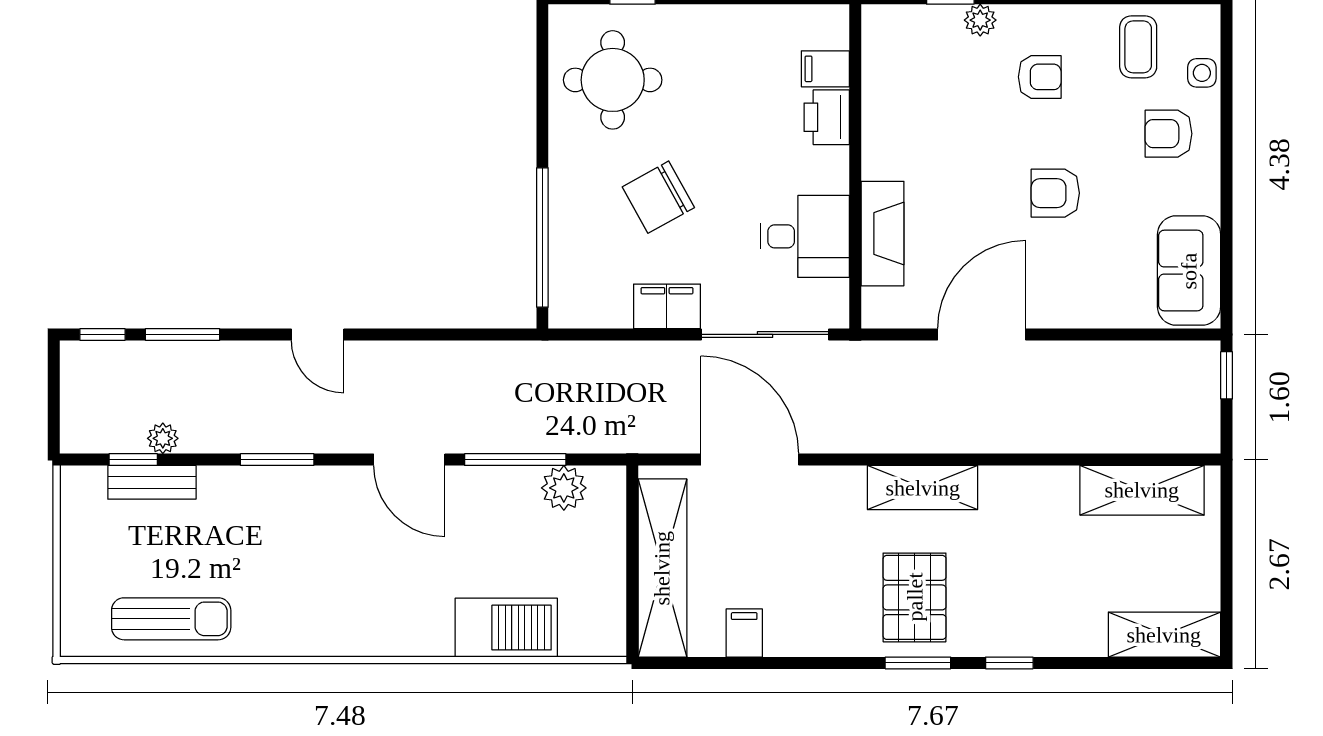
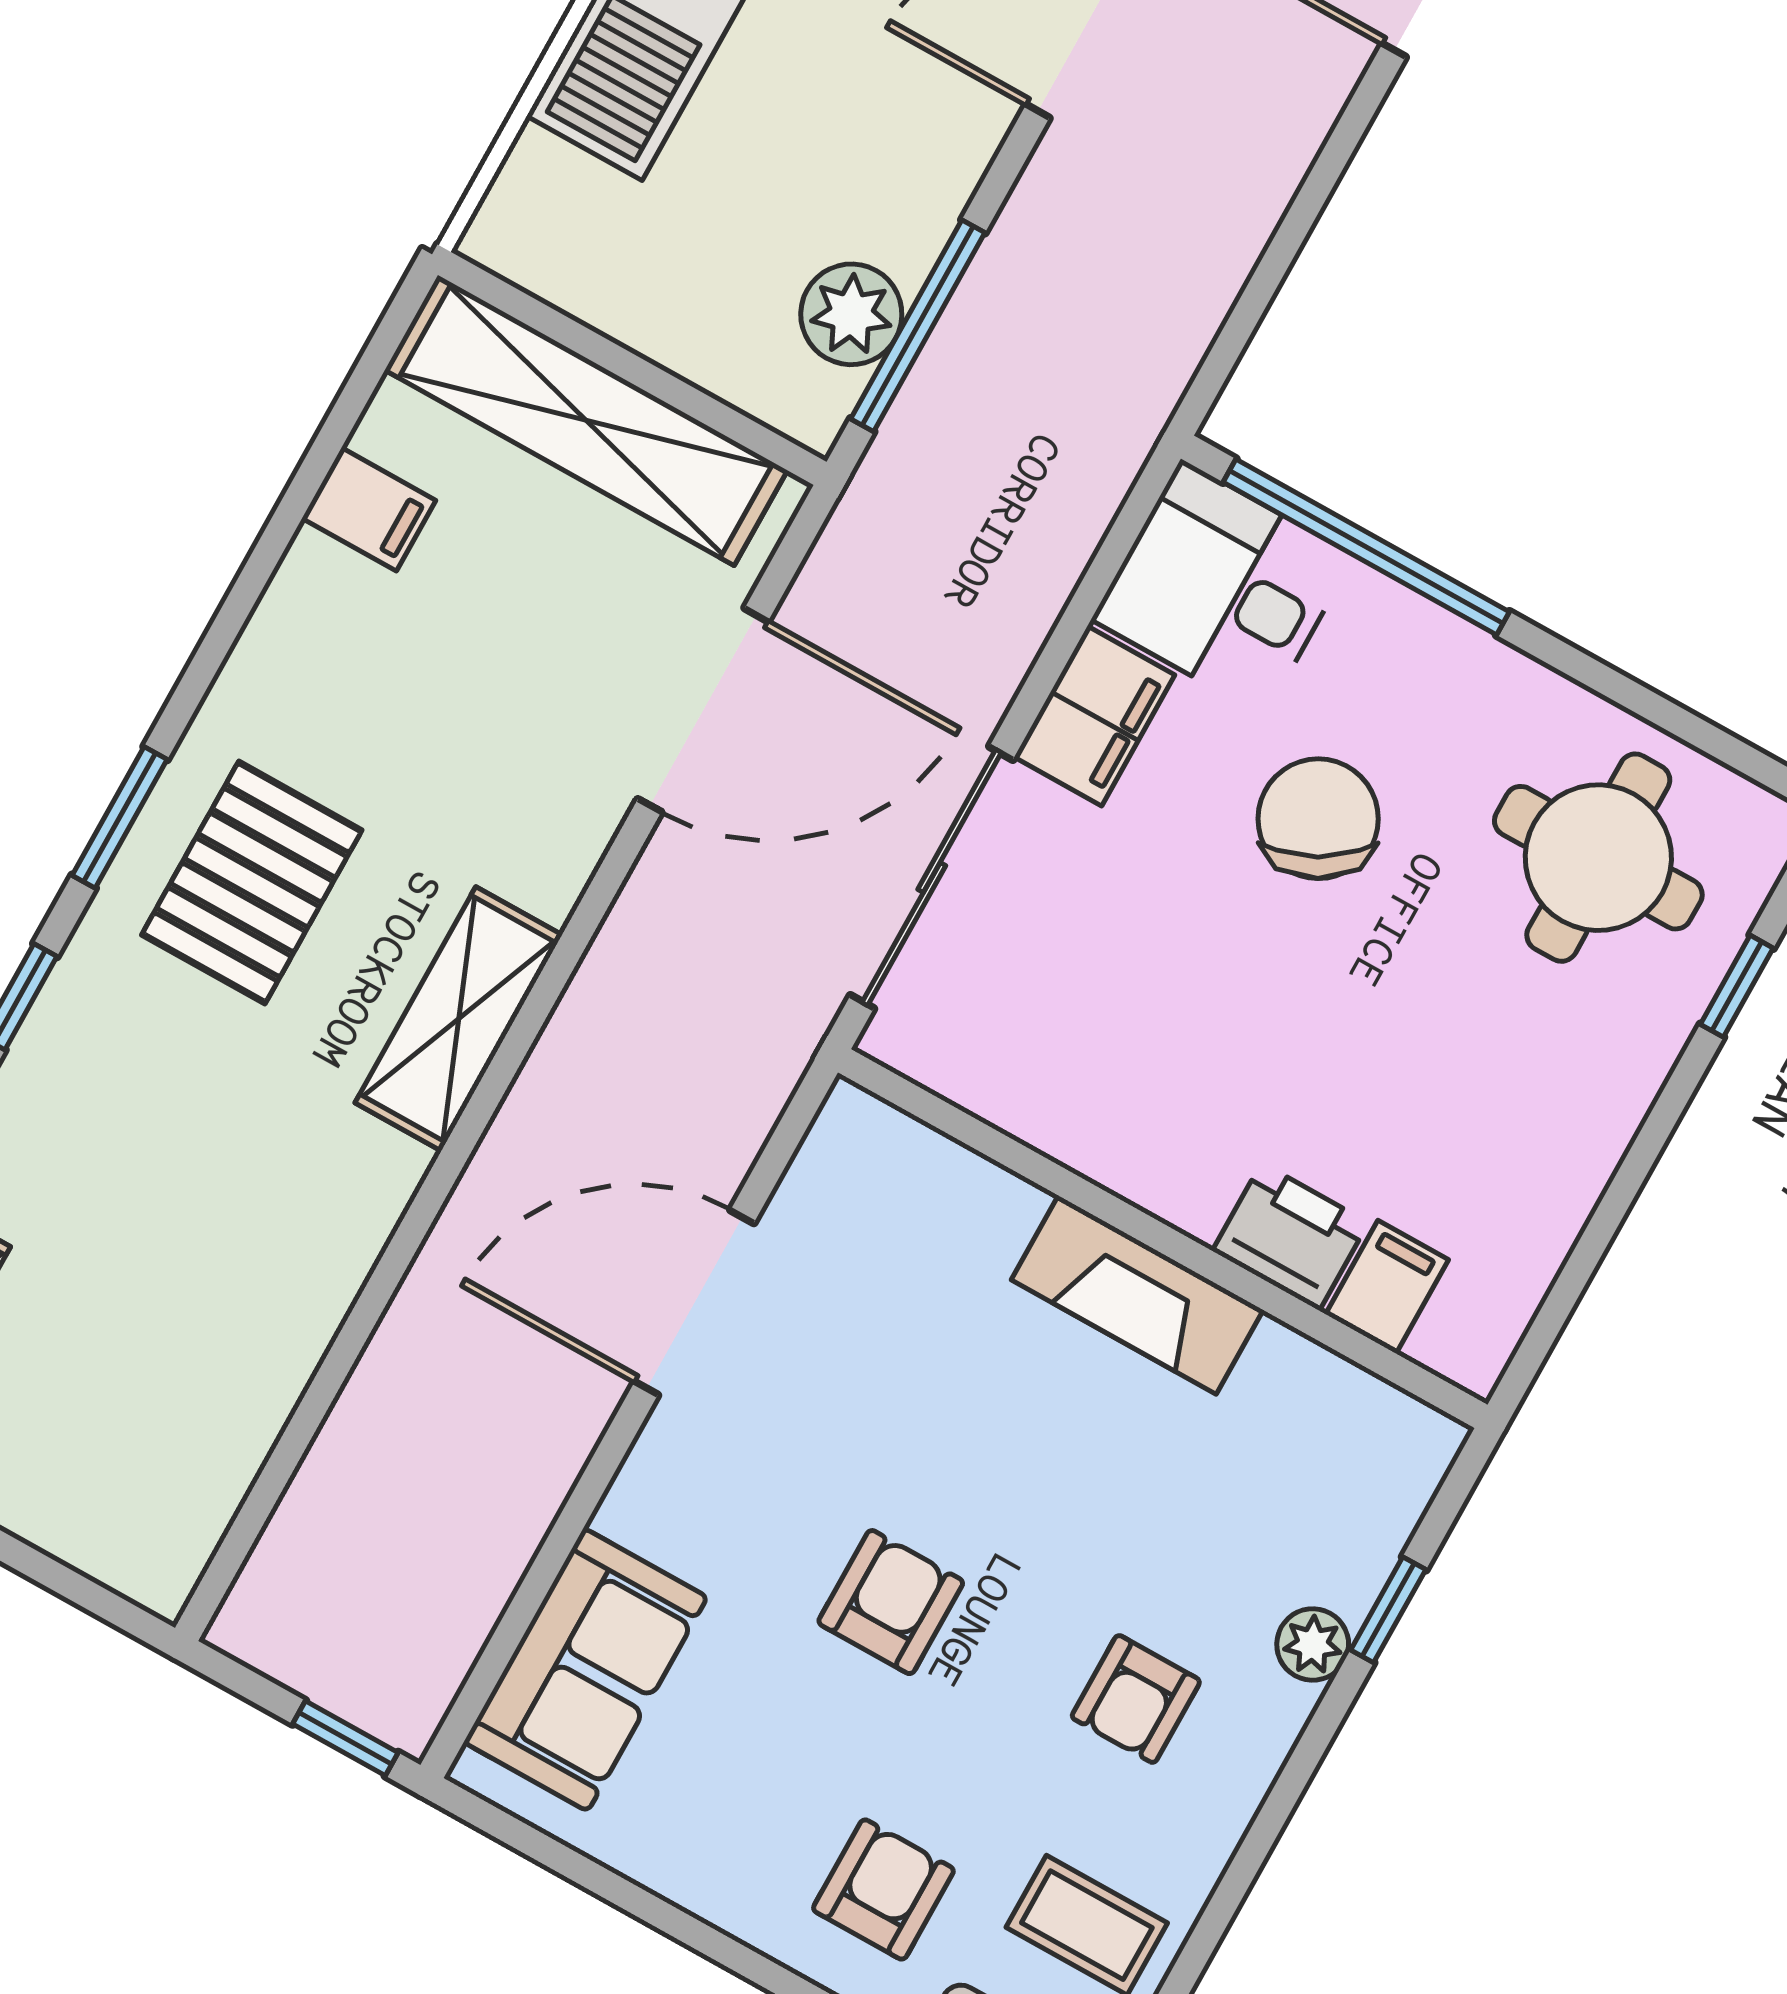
fireplace: (882, 234) -> (1137, 1295), moved
desk: (805, 236) -> (1223, 588), moved, turned 90
sofa: (1189, 271) -> (586, 1670), moved, turned 90
door: (982, 334) -> (694, 1303), swing flipped
window: (515, 460) -> (918, 326), moved
shelving: (1142, 490) -> (212, 1446), removed
pallet: (915, 597) -> (252, 883), turned 90

